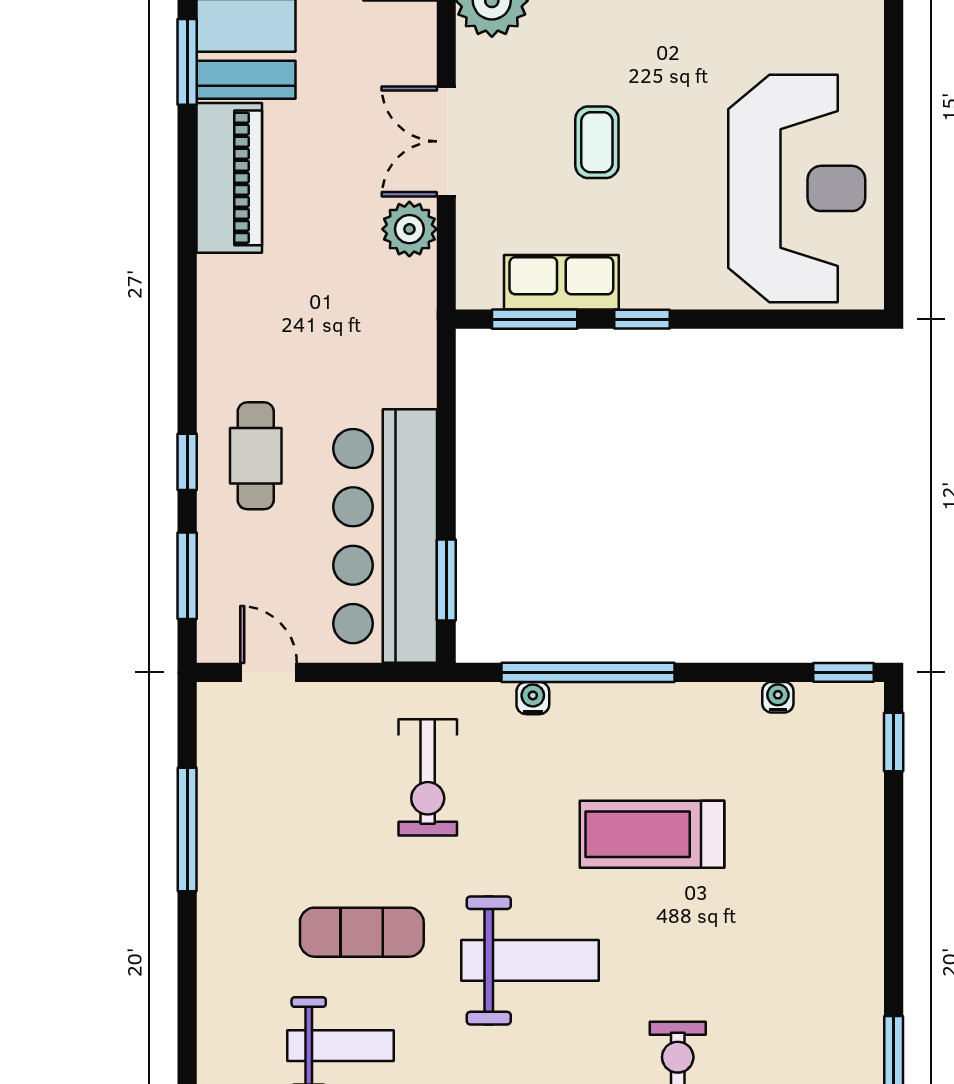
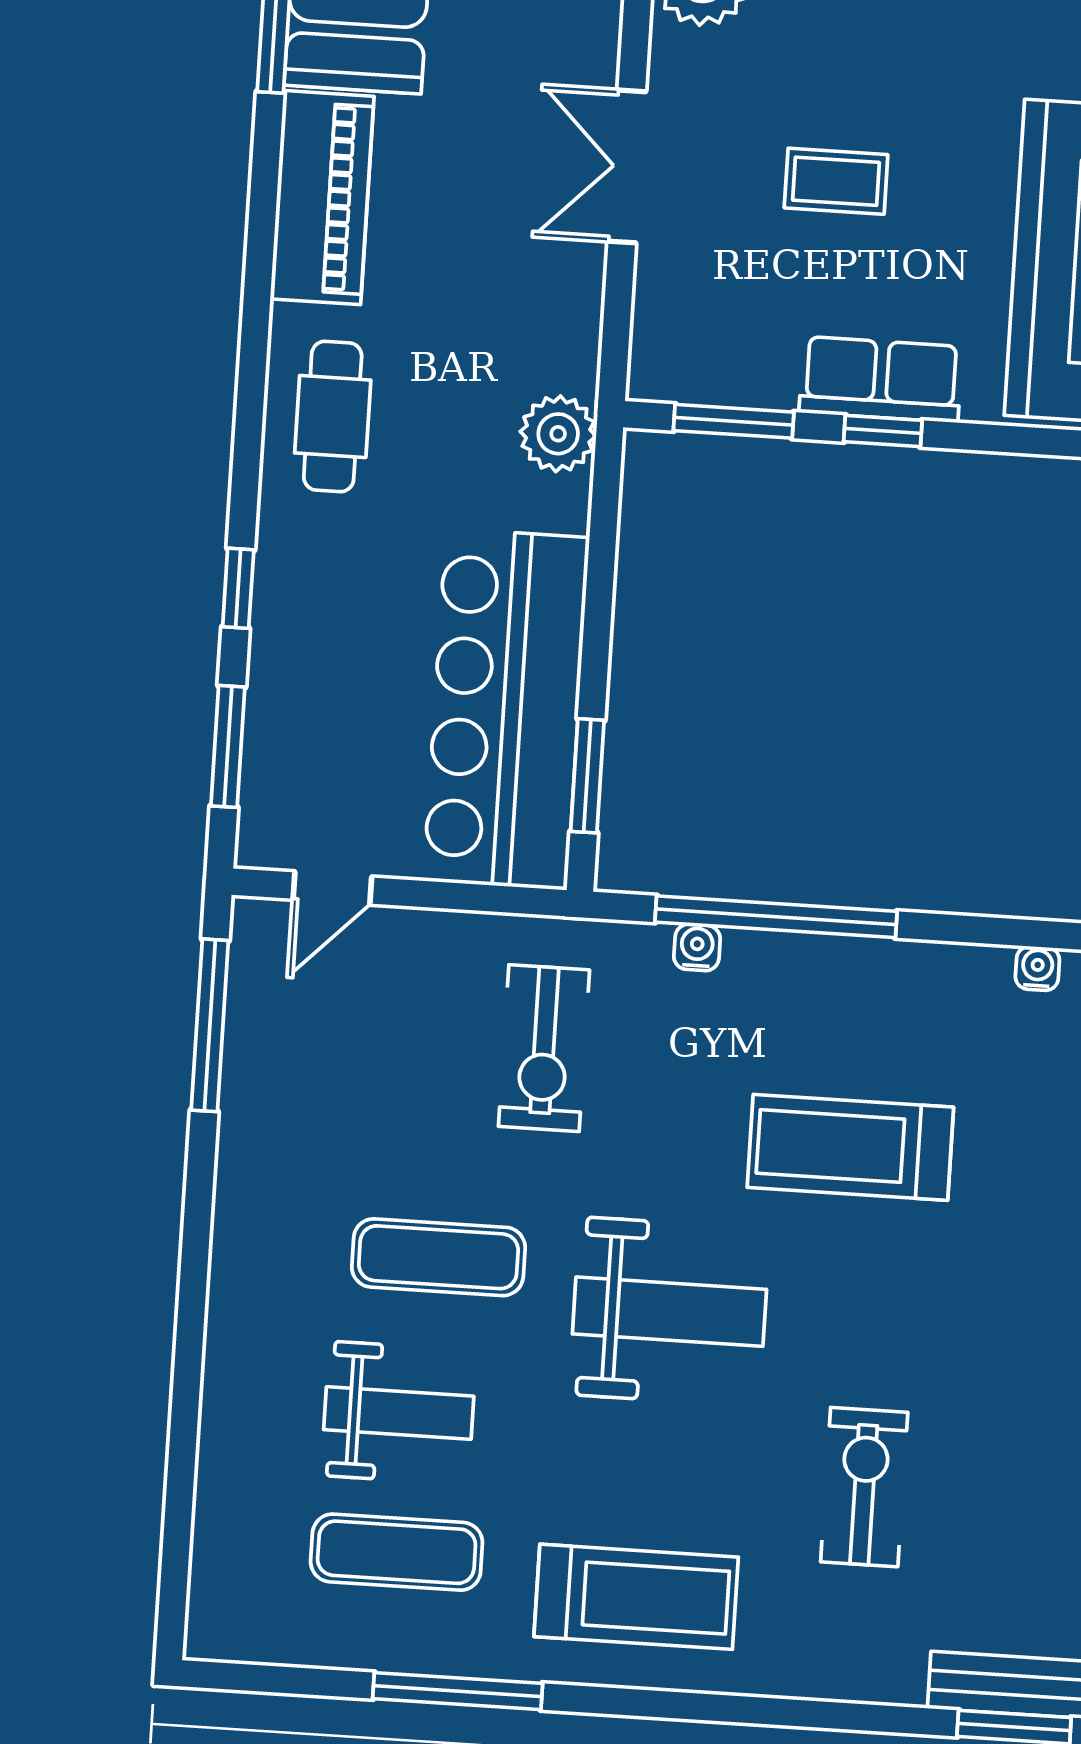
coffee table: (597, 142) -> (836, 181), turned 90
plant: (409, 229) -> (558, 434), moved
row of seats: (561, 282) -> (881, 379), moved
cafe table: (256, 456) -> (333, 417), moved
door: (269, 672) -> (332, 888), swing flipped
window: (187, 830) -> (210, 1025), moved

